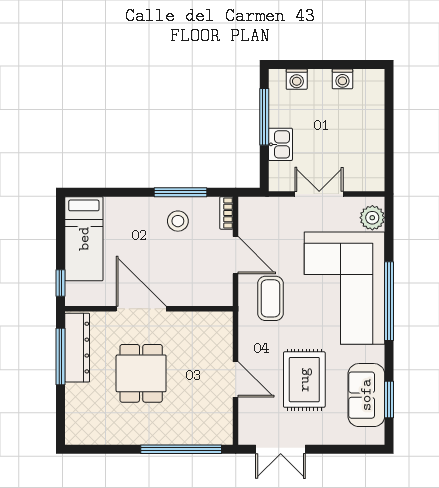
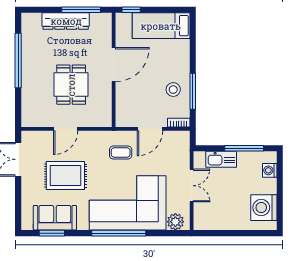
washing machine: (342, 79) -> (264, 208), width x1.89, depth x1.89
kitchen sink: (280, 144) -> (221, 159), width x1.38
coffee table: (270, 298) -> (121, 153), width x0.73, depth x0.77
dresser: (77, 348) -> (66, 21), moved
dining table: (141, 373) -> (71, 85), moved, turned 90
window: (181, 449) -> (18, 60), moved

